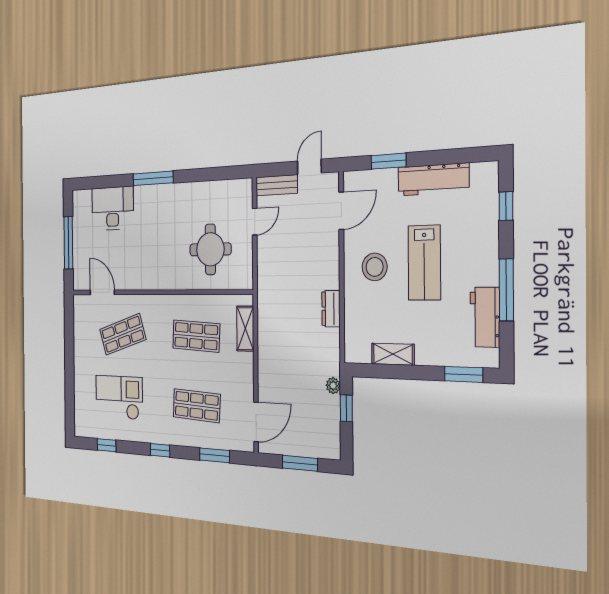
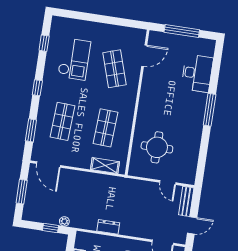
door: (309, 167) -> (192, 225), hinge flipped

